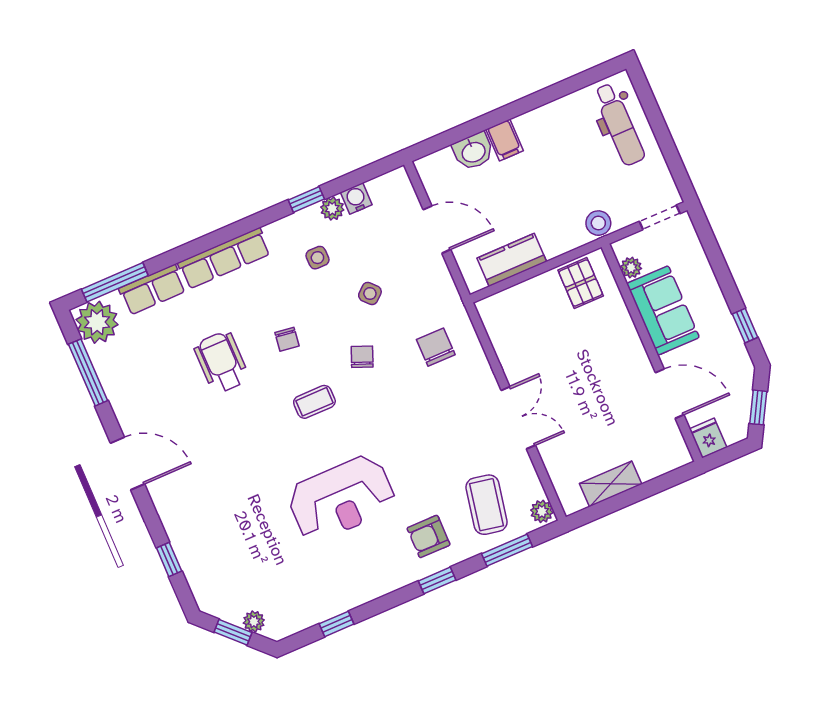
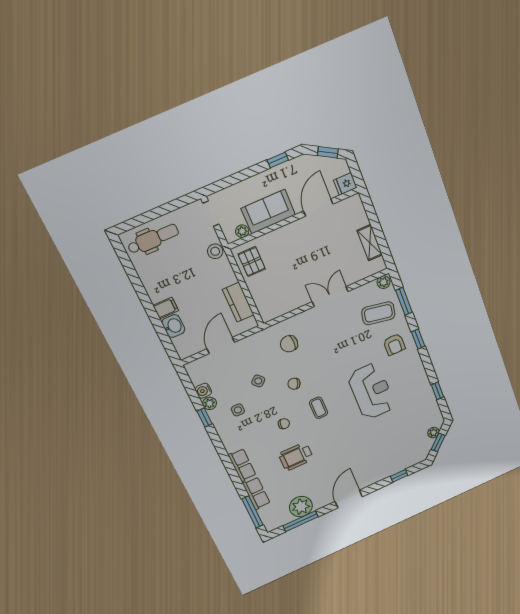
row of seats: (224, 258) -> (242, 465), width x0.68
pallet: (581, 283) -> (252, 262), turned 90
plant: (97, 322) -> (301, 507), moved

